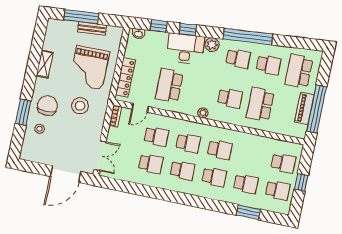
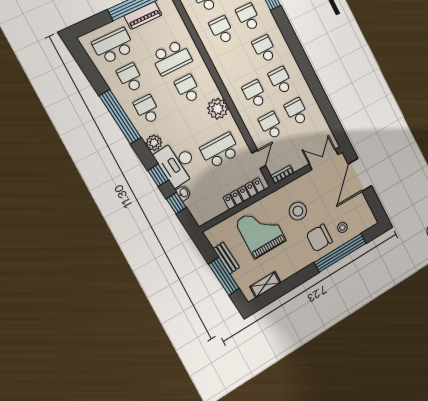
washbasin: (138, 34) -> (184, 193), moved
shelving: (45, 64) -> (265, 285), moved
grand piano: (89, 68) -> (261, 231), turned -90
school desk: (299, 71) -> (114, 46), turned 180
school desk: (169, 85) -> (220, 151), turned 180
door: (140, 108) -> (259, 159), hinge flipped
window: (23, 112) -> (340, 253), width x2.11
plant: (203, 113) -> (218, 109), width x1.87, depth x1.87
school desk: (220, 150) -> (222, 30), moved
door: (66, 174) -> (360, 175), swing flipped

